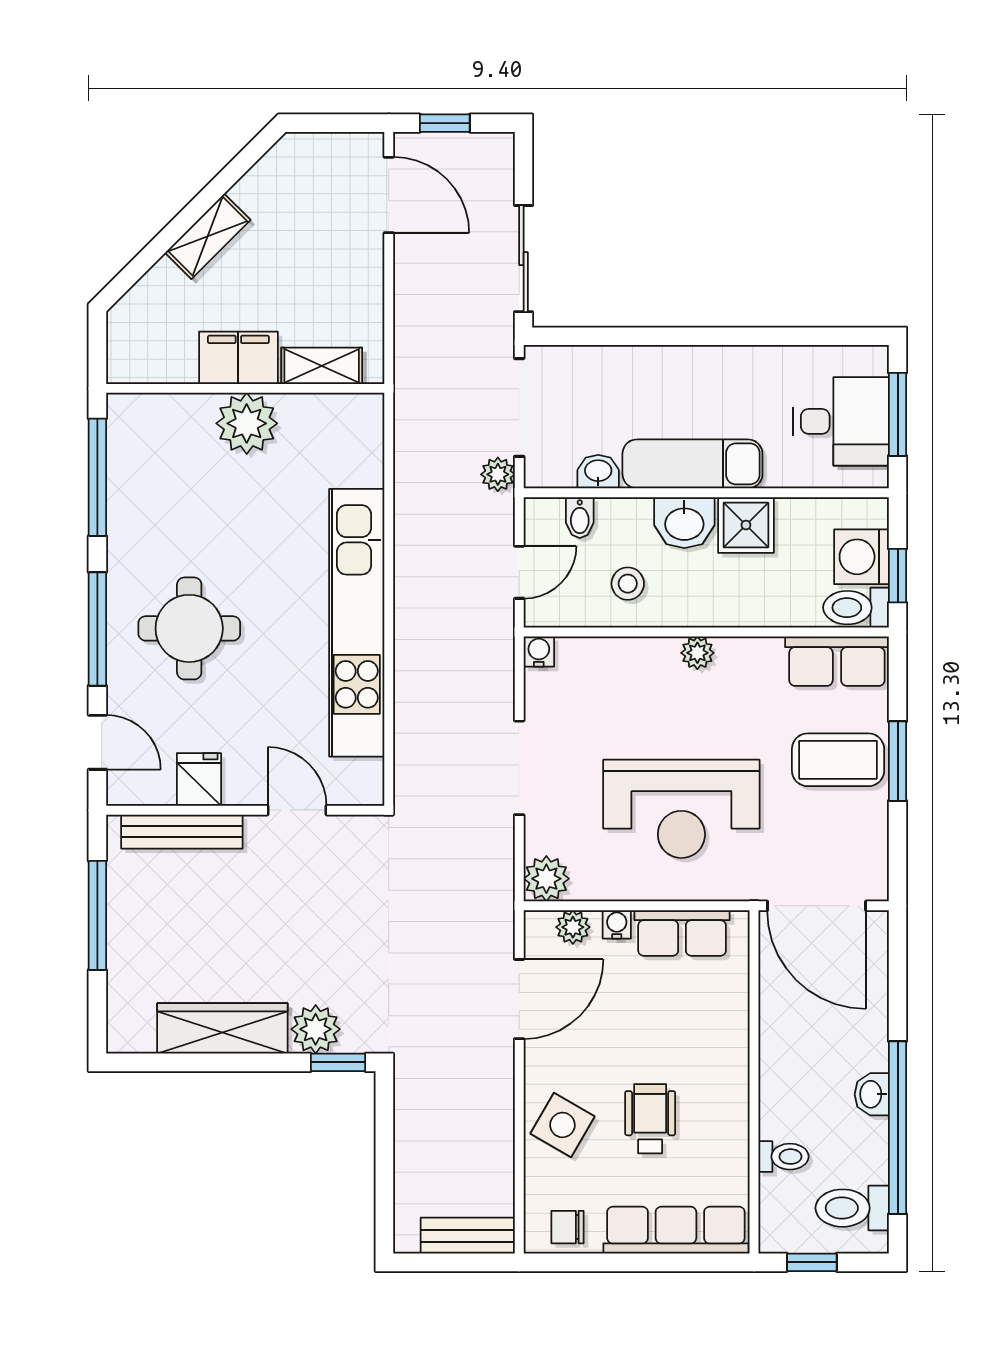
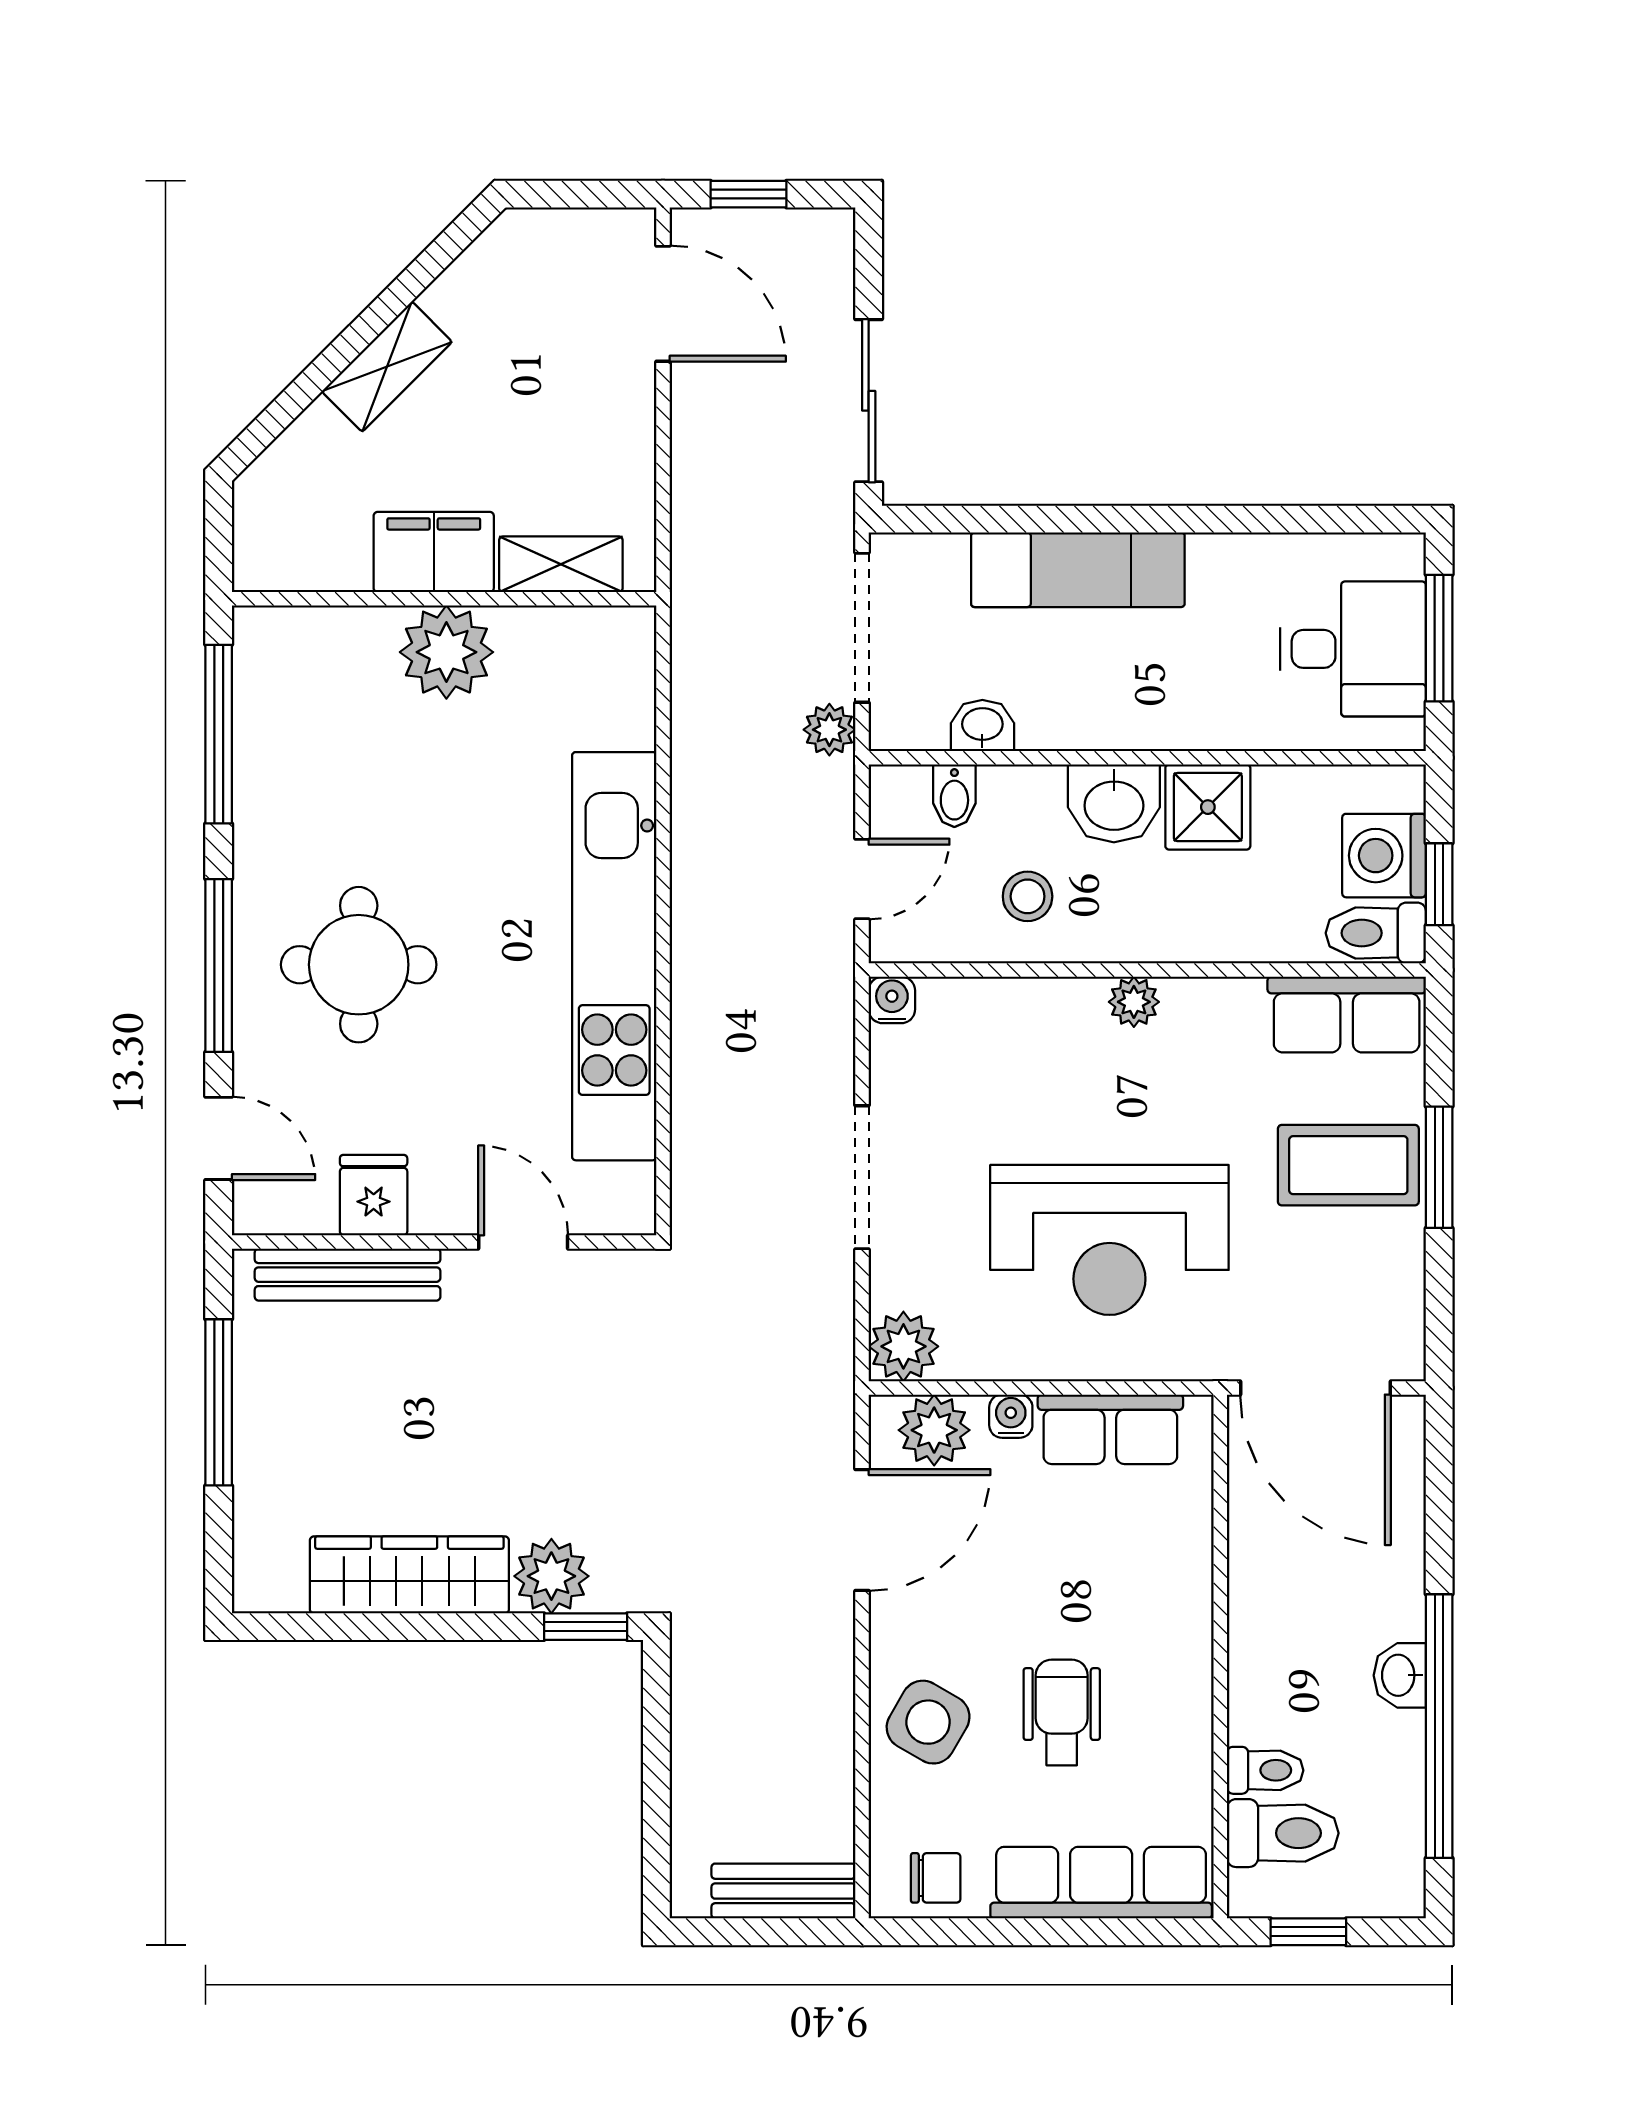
exam couch: (692, 464) -> (1078, 570), moved, turned 180
plant: (573, 927) -> (934, 1430), width x1.38, depth x1.38
toilet: (852, 1208) -> (1283, 1833), moved, turned 180
chair: (567, 1227) -> (936, 1878), turned 180

